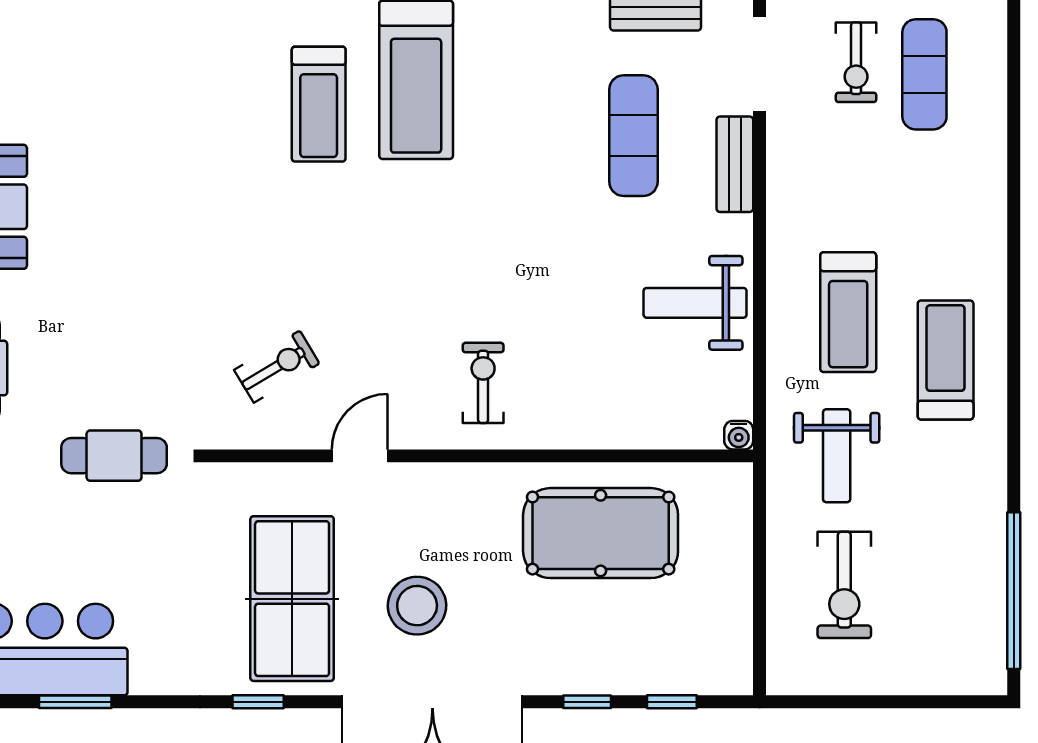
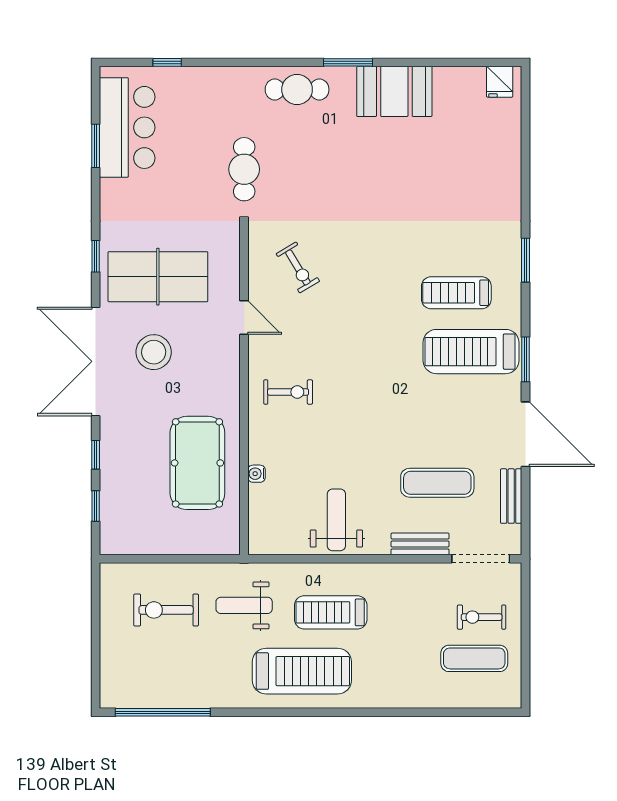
treadmill: (946, 360) -> (302, 671), width x1.37, depth x1.38
water cooler: (739, 435) -> (257, 474), moved

